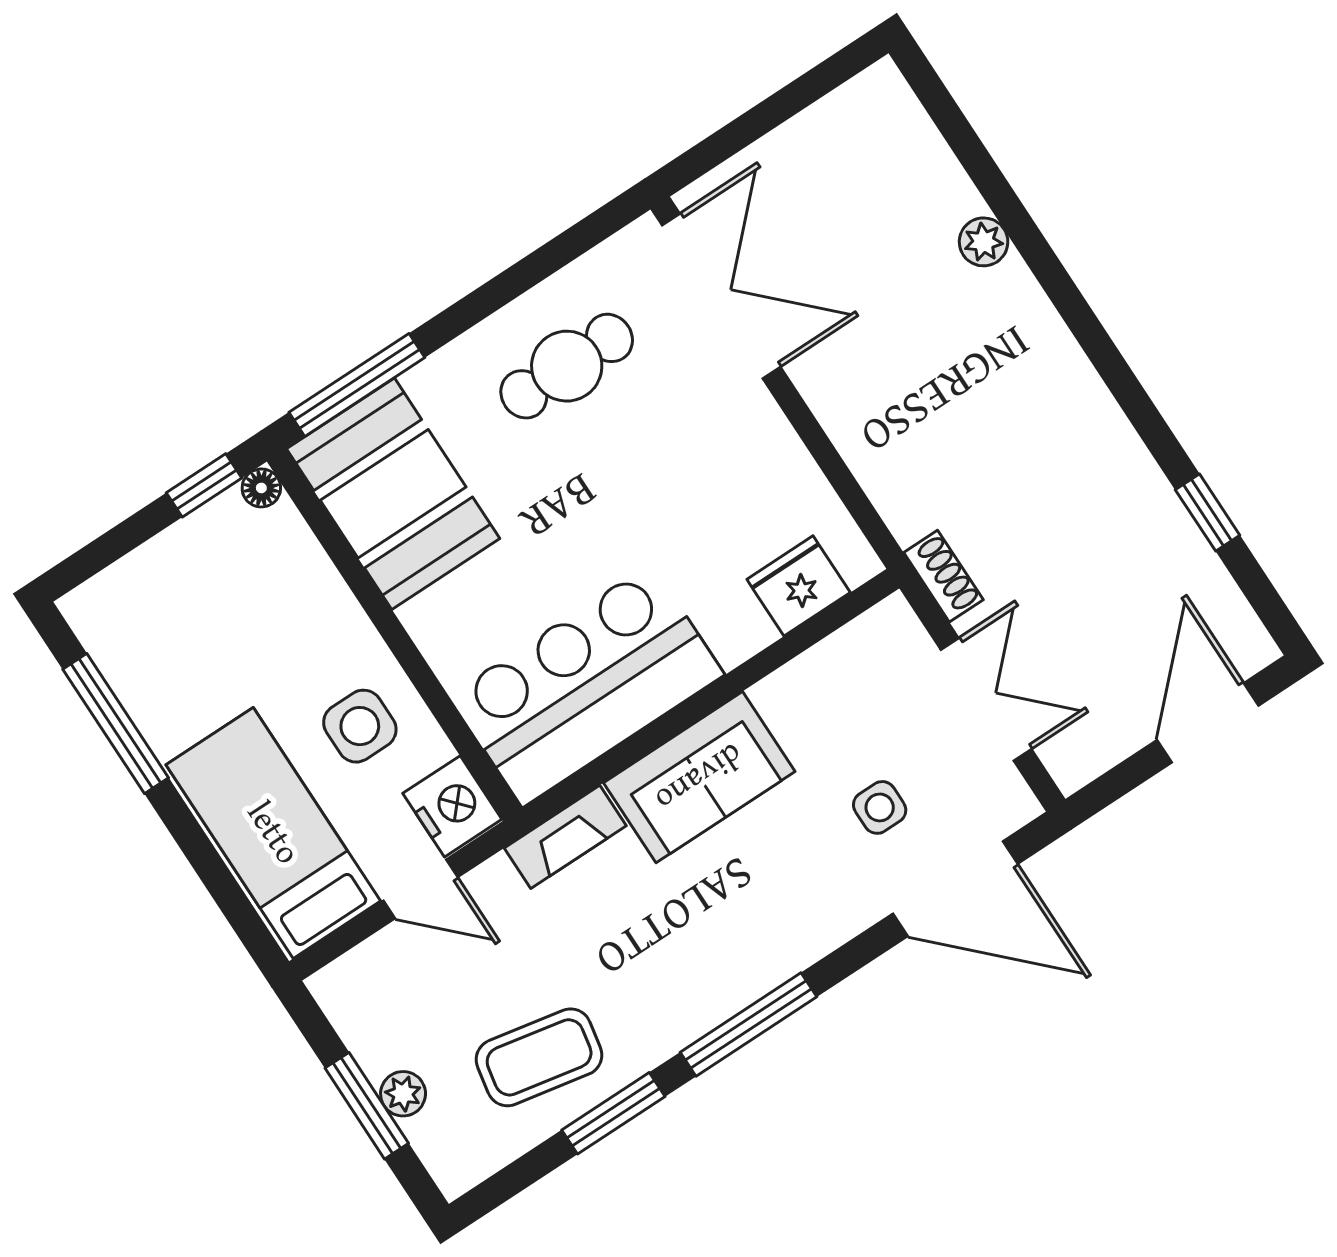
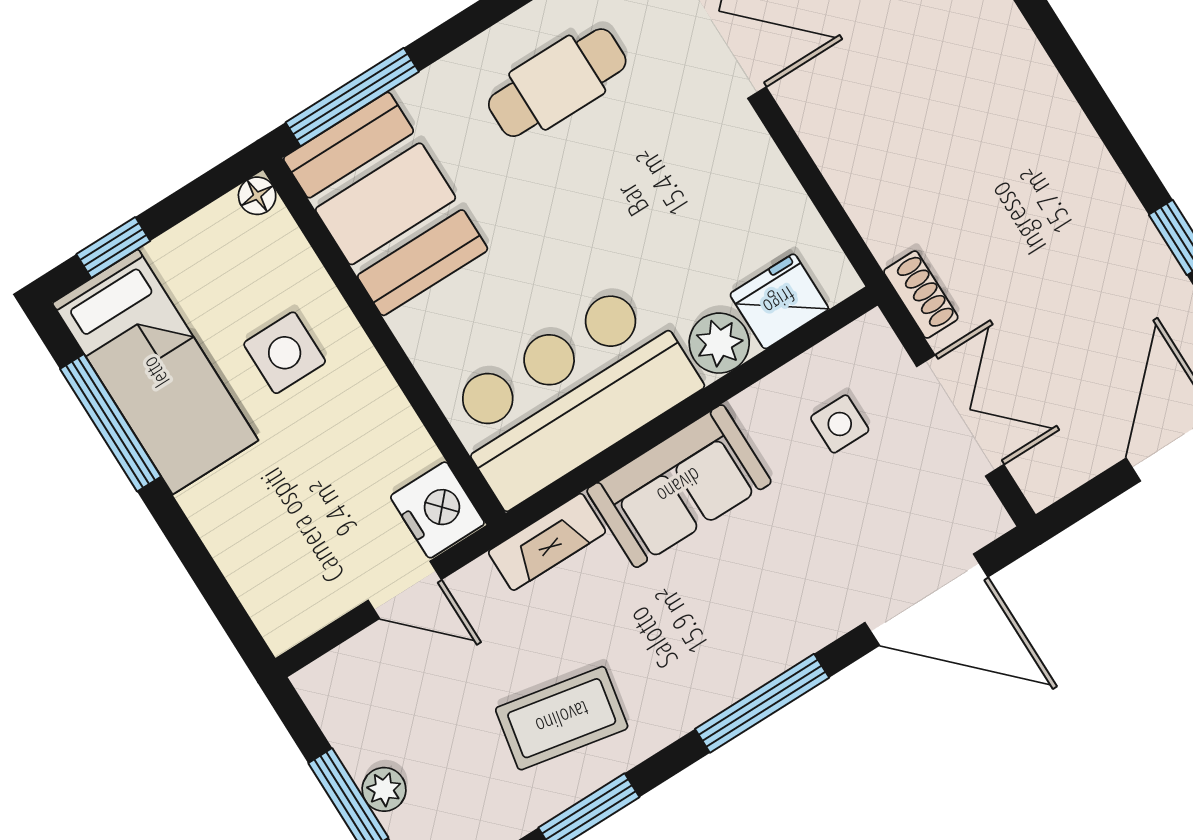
window: (204, 485) -> (113, 248), moved
plant: (738, 630) -> (719, 343), added
side table: (360, 726) -> (285, 353), moved
side table: (880, 807) -> (840, 424), moved
bed: (273, 833) -> (155, 372), moved, turned 180
window: (748, 1024) -> (762, 703), moved
coffee table: (539, 1057) -> (562, 718), moved

